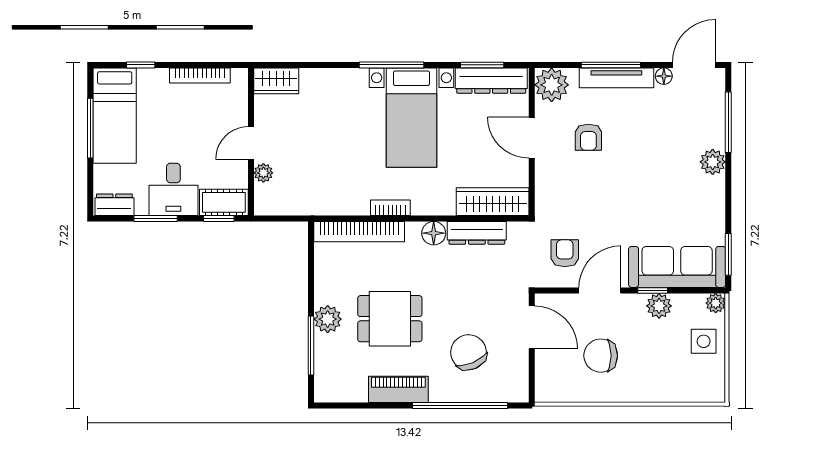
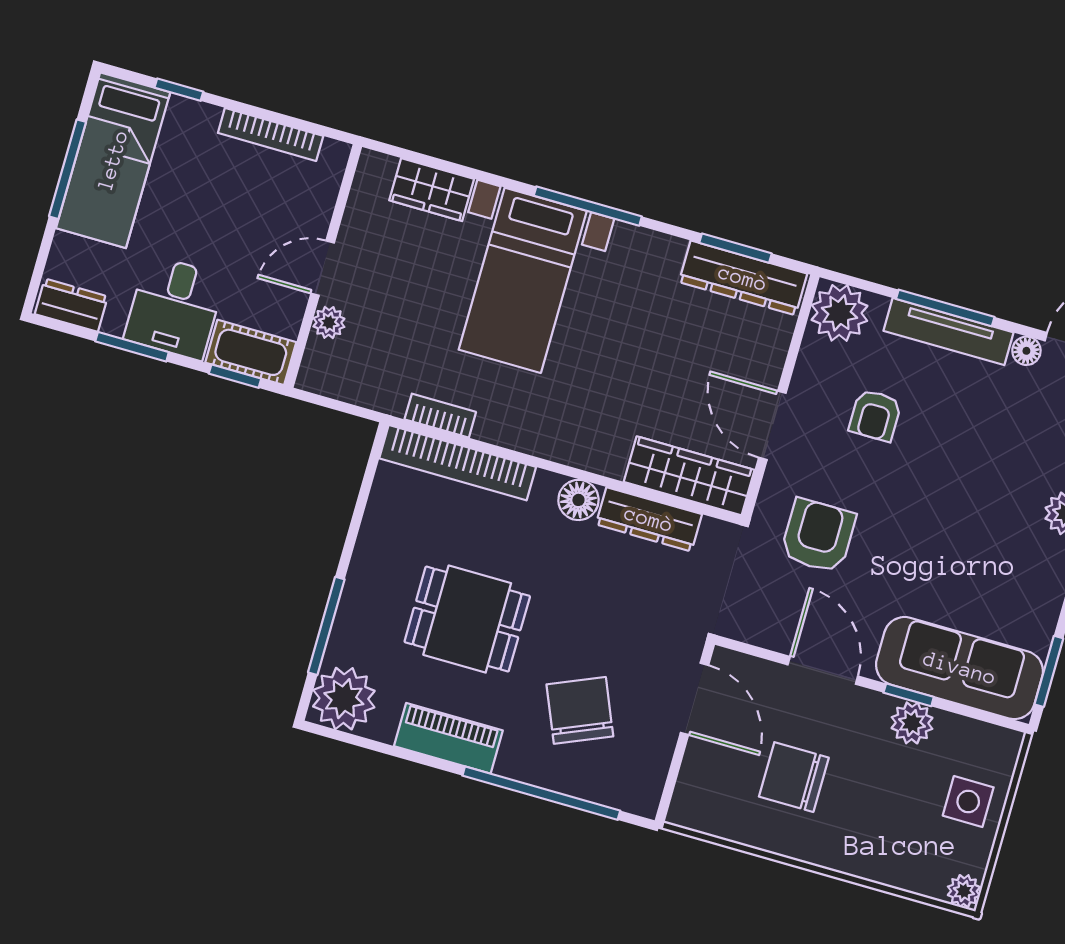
wardrobe: (276, 81) -> (432, 190), moved
bed with nightstands: (412, 118) -> (523, 280), moved
door: (532, 138) -> (772, 425), moved
bookcase: (390, 208) -> (440, 416), moved
armchair: (565, 253) -> (818, 536), moved, width x1.38, depth x1.38
door: (600, 290) -> (823, 670), hinge flipped
plant: (716, 303) -> (964, 891), moved
plant: (328, 319) -> (344, 699), moved, width x1.36, depth x1.36

